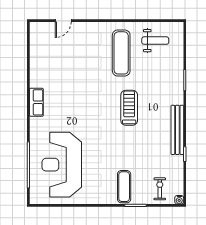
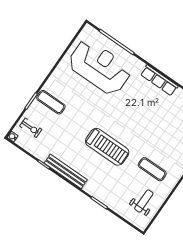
weight bench: (155, 41) -> (144, 201), turned 180
exercise mat: (121, 53) -> (152, 169), width x0.73, depth x0.69
row of seats: (36, 102) -> (159, 80), width x1.48
treadmill: (129, 108) -> (107, 147), width x1.37, depth x1.38

